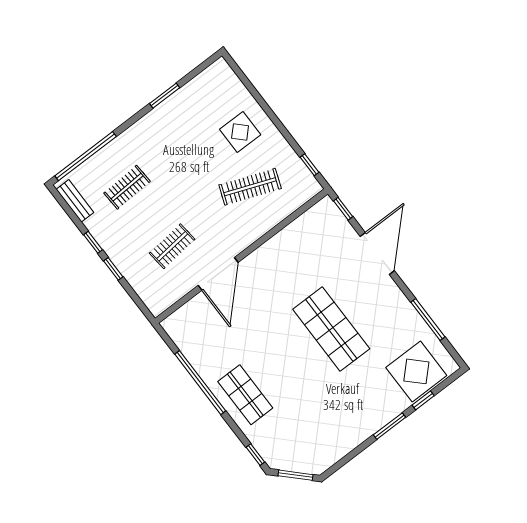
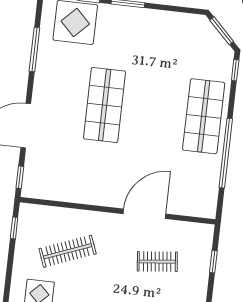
clothes rail: (250, 187) -> (68, 251), turned -42
window: (113, 269) -> (213, 262), moved
shop shelf: (245, 395) -> (204, 116), width x1.43, depth x1.36

